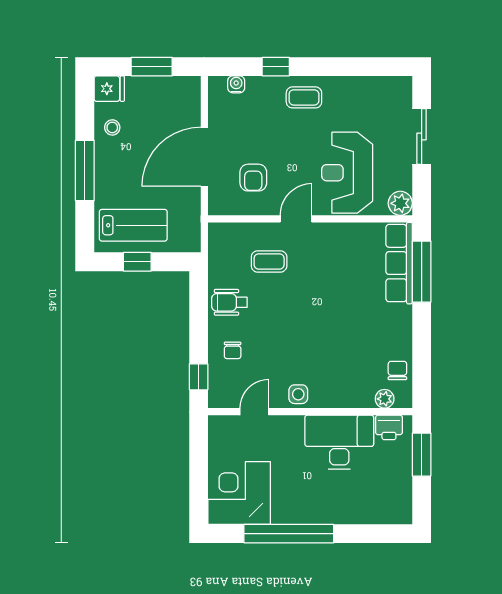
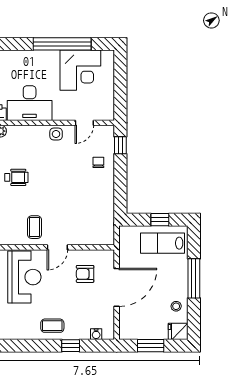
armchair: (253, 178) -> (85, 274), turned -90
coffee table: (269, 261) -> (35, 227), moved, turned 90
wheelchair: (229, 302) -> (16, 177), moved
corner desk: (239, 493) -> (80, 70), moved

